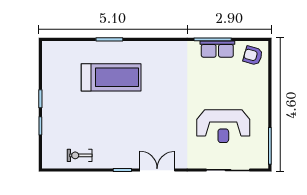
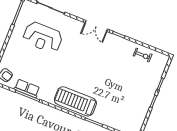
treadmill: (111, 77) -> (75, 101), moved
reception desk: (223, 126) -> (43, 37), turned 180

